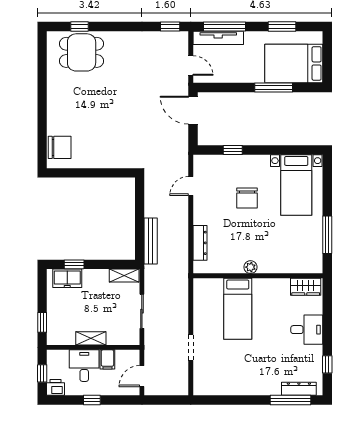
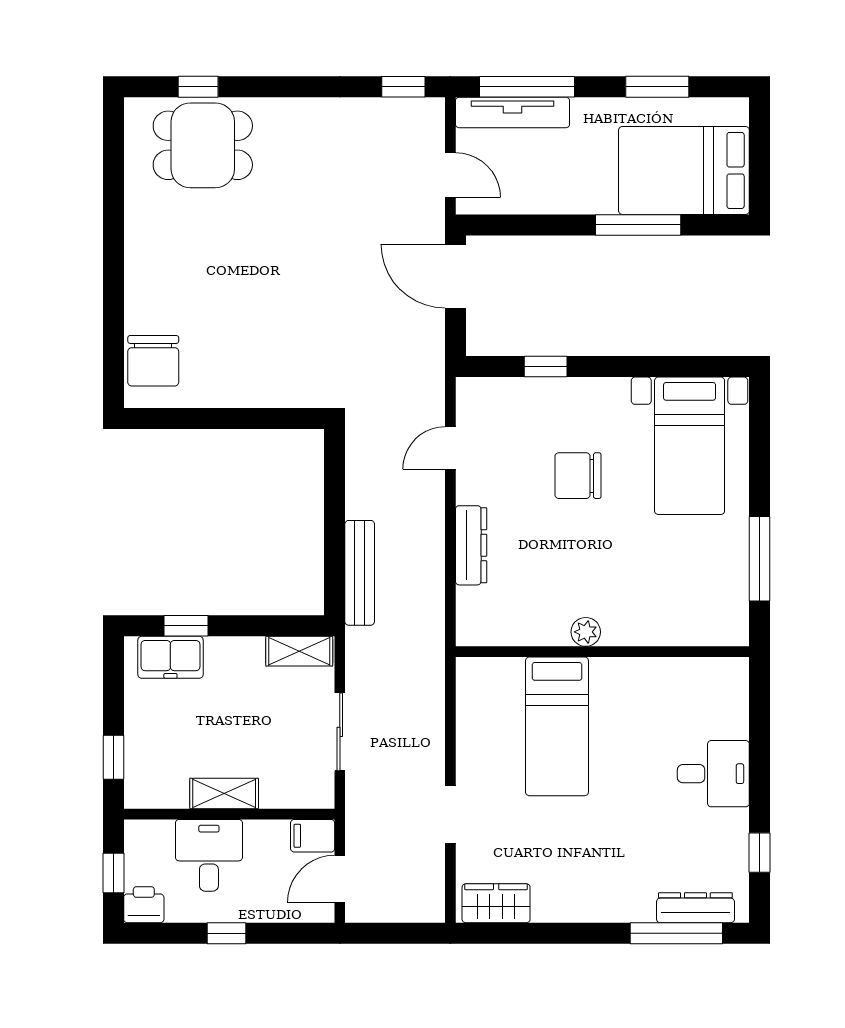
chair: (60, 147) -> (153, 361), turned 90
chair: (247, 198) -> (578, 476), turned 90
dresser: (200, 243) -> (471, 545), moved
wardrobe: (306, 287) -> (496, 903), moved, turned 180
filing cabinet: (107, 359) -> (313, 836), moved, turned 90

